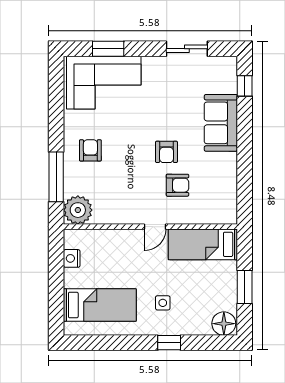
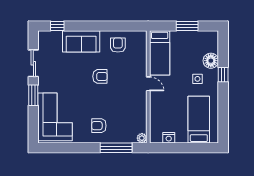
window: (108, 49) -> (33, 95), moved
armchair: (177, 185) -> (118, 45), moved
plant: (78, 210) -> (142, 138), width x0.53, depth x0.53
floor lamp: (224, 324) -> (211, 61), moved

